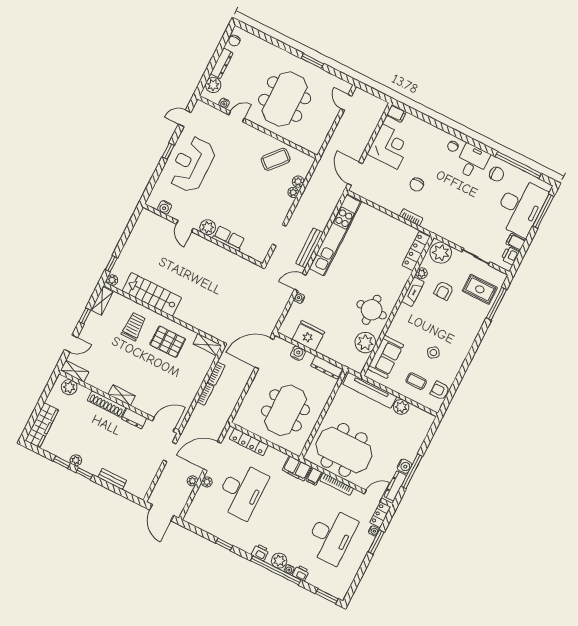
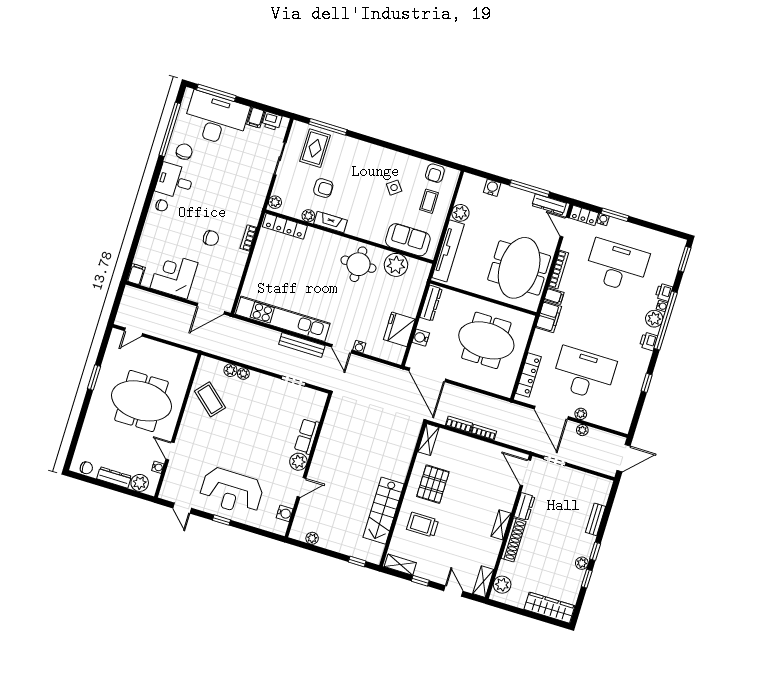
plant: (441, 253) -> (275, 202), width x0.53, depth x0.53
plant: (112, 280) -> (312, 538), moved
water cooler: (404, 466) -> (492, 188), moved

